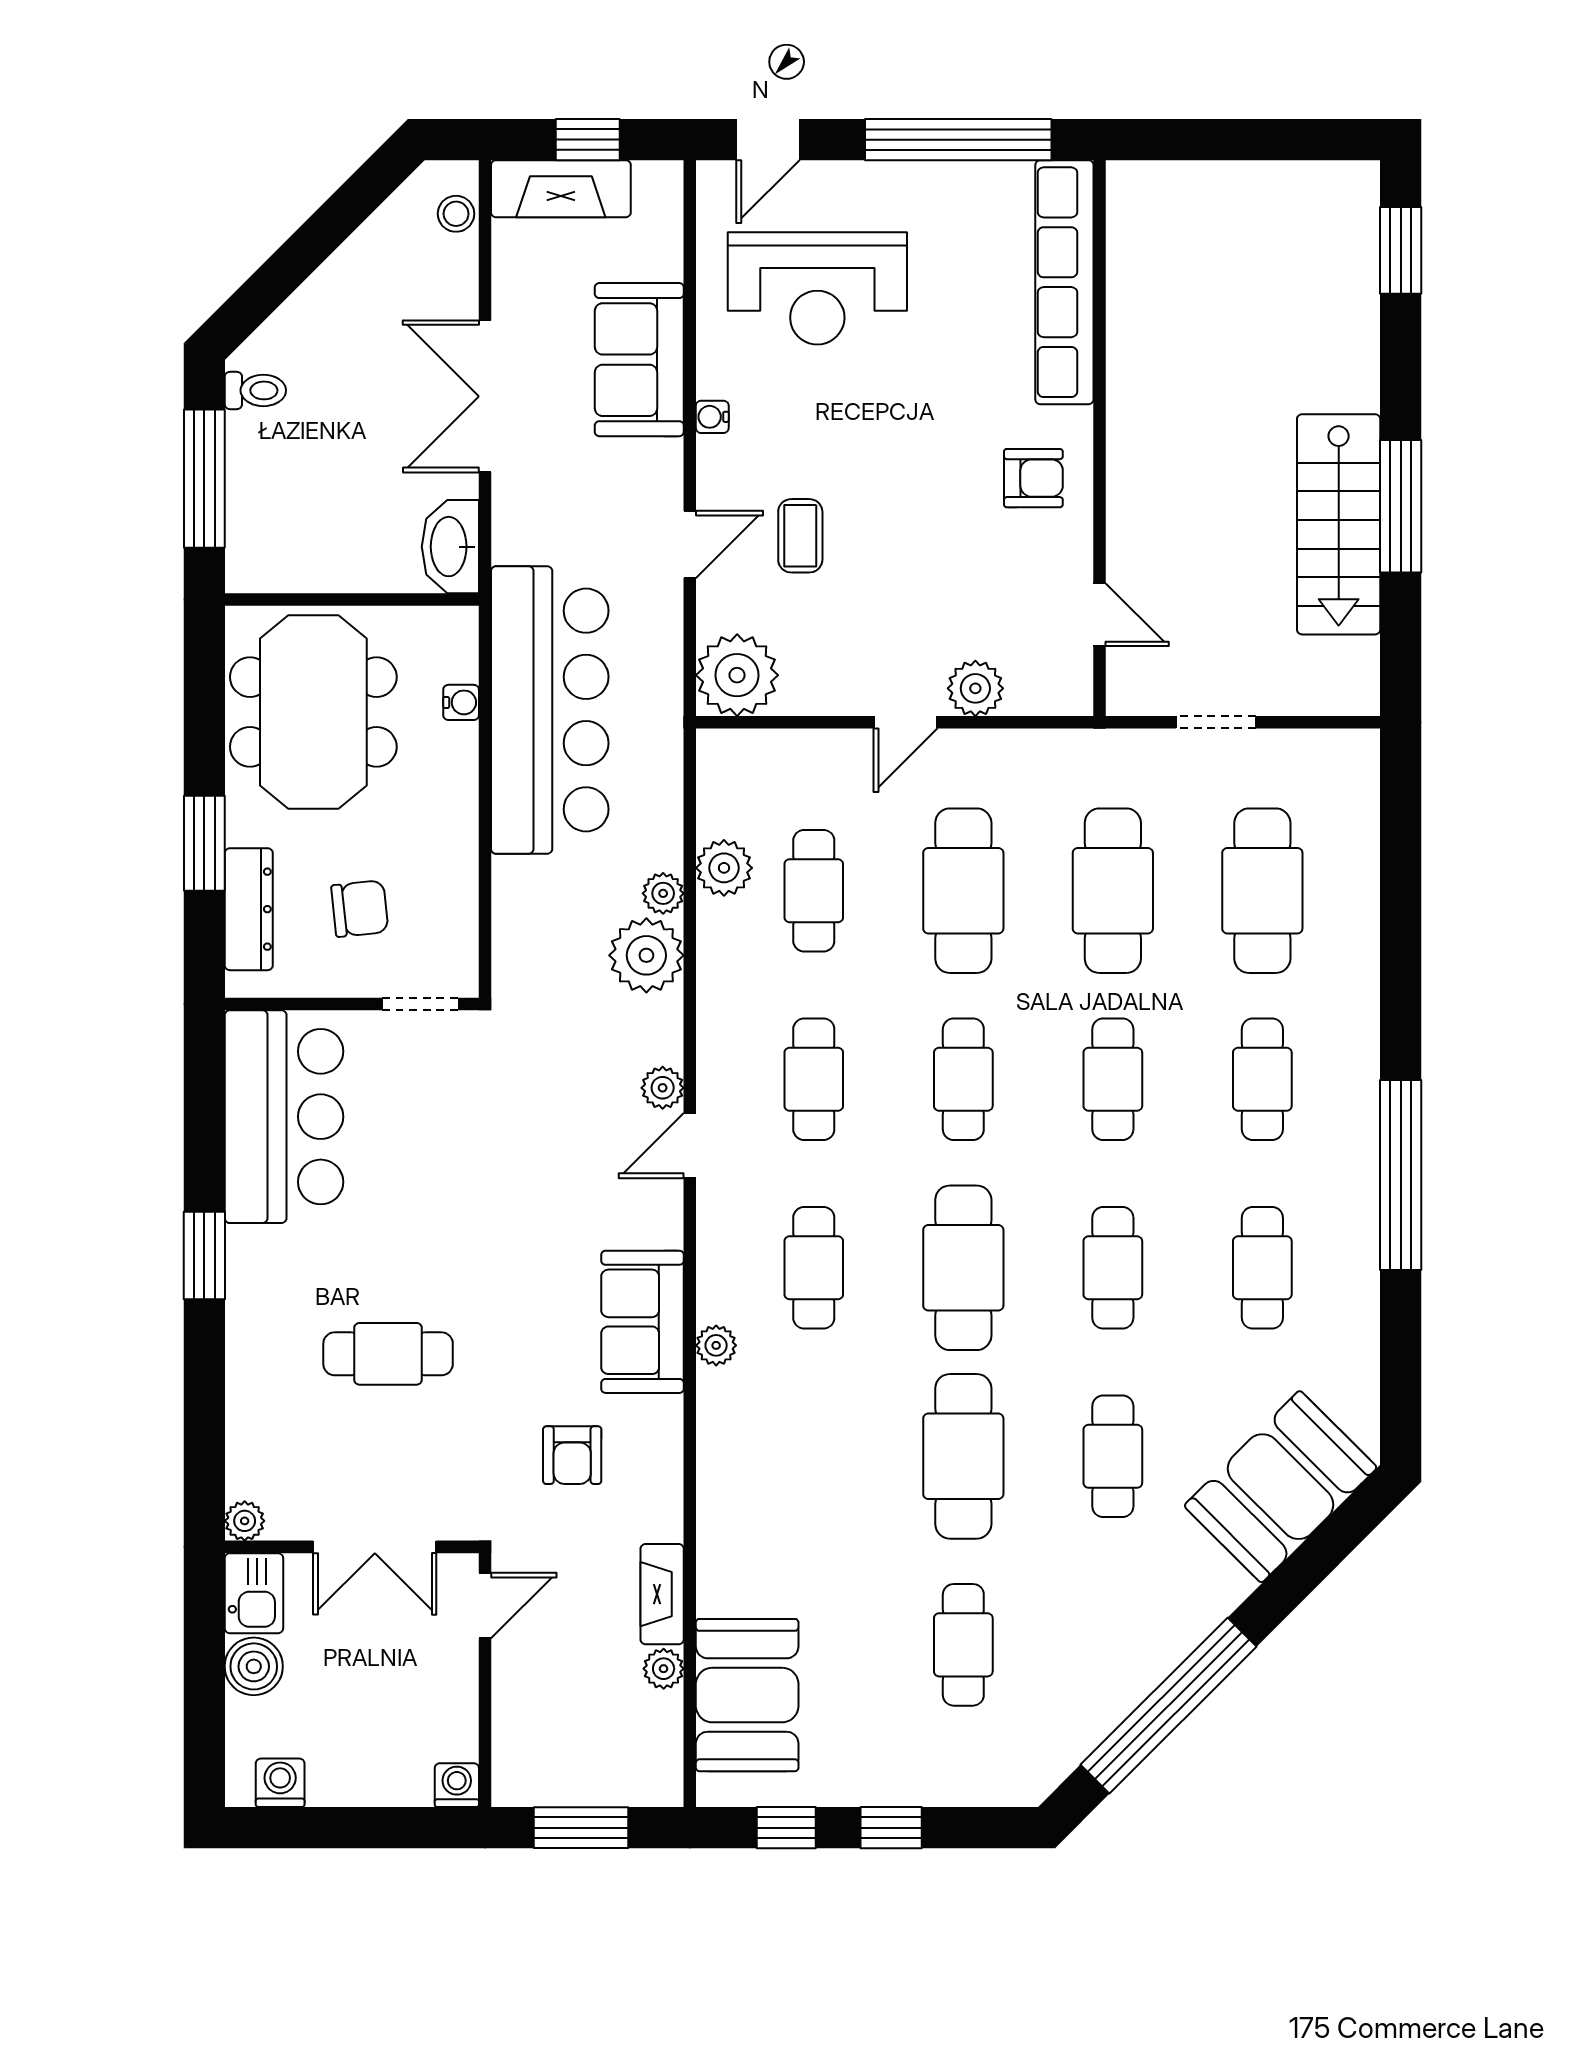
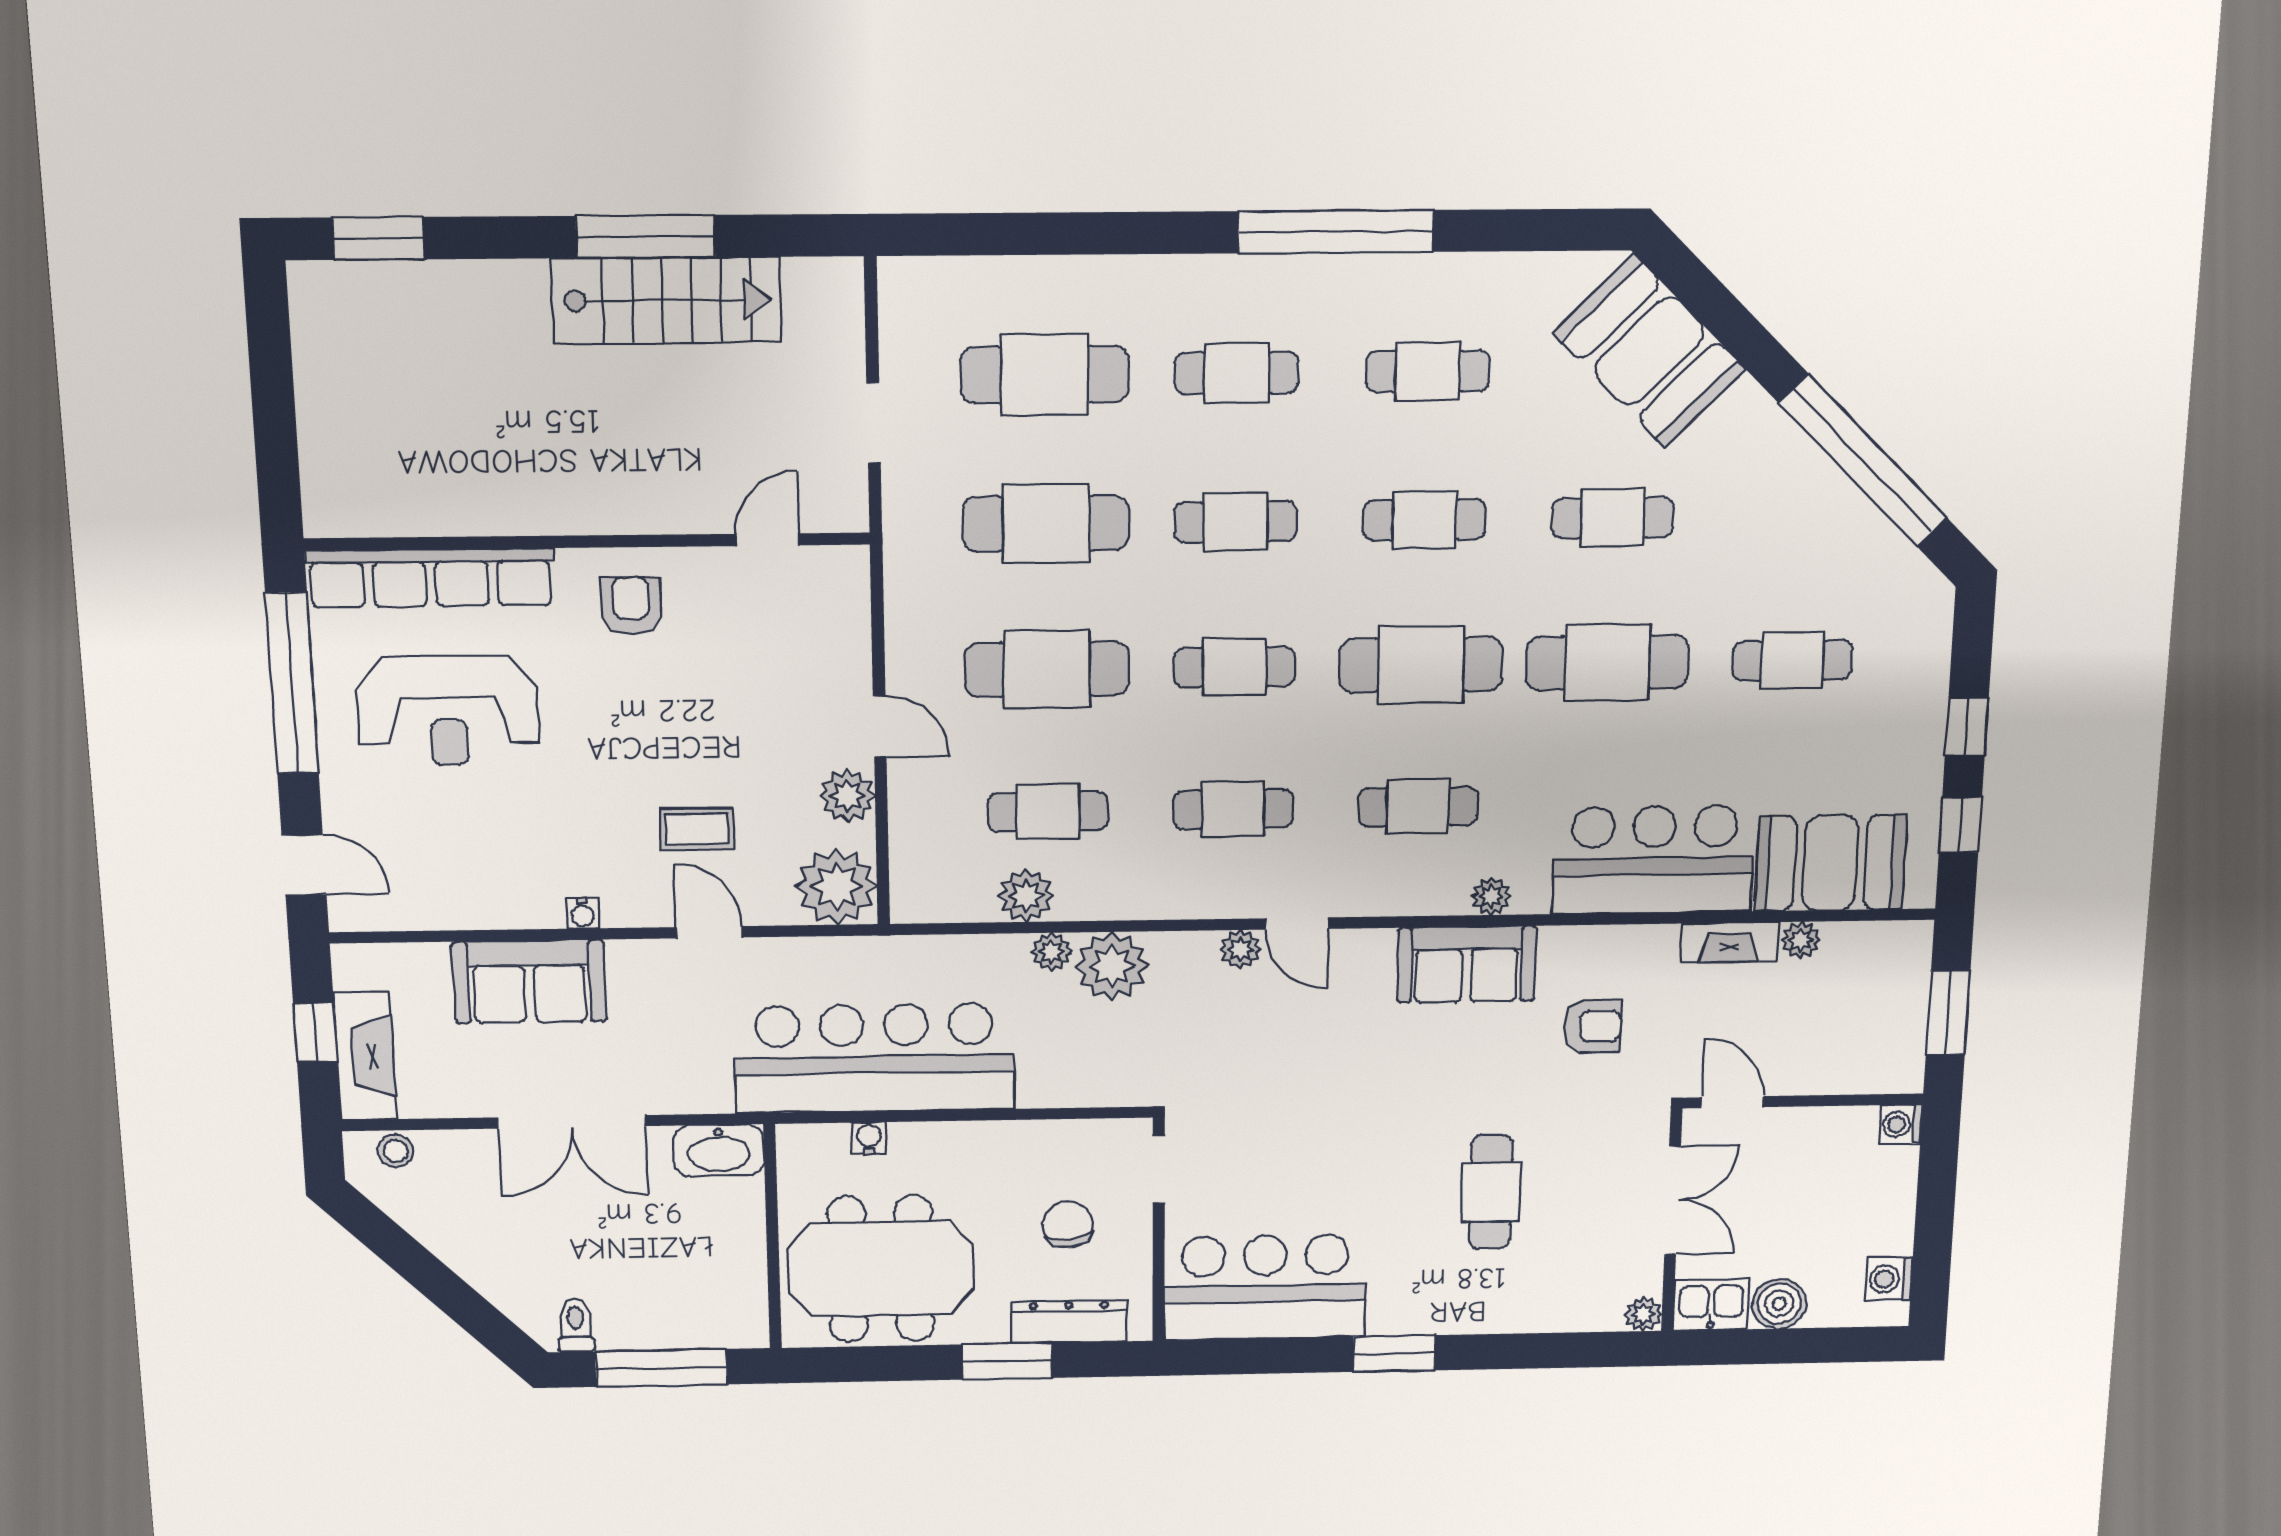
reception desk: (817, 288) -> (448, 711), moved, turned 90
plant: (975, 688) -> (848, 796), moved
bar counter: (753, 1512) -> (1653, 860), added

